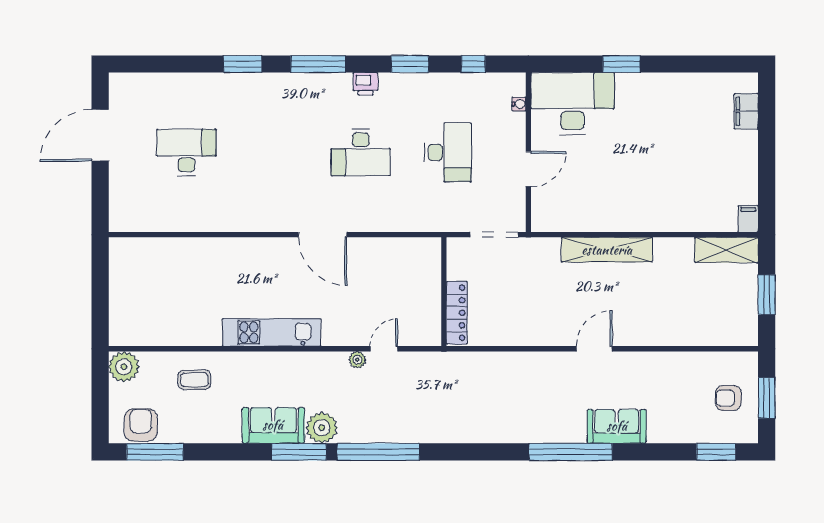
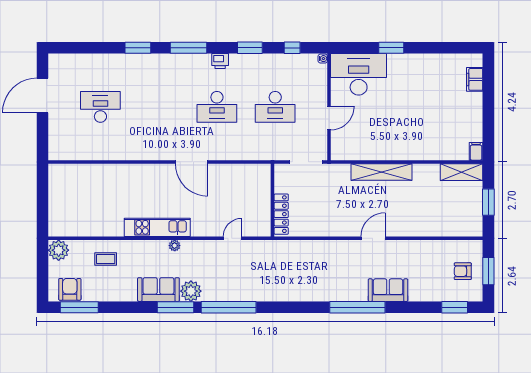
water cooler: (519, 104) -> (323, 59), moved
desk: (448, 152) -> (275, 107), turned 90
plant: (357, 360) -> (175, 246), moved

